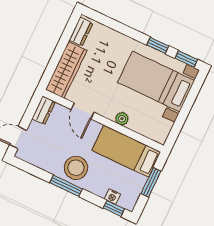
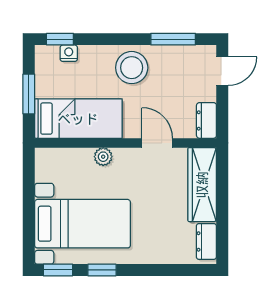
window: (66, 186) -> (173, 39), moved

